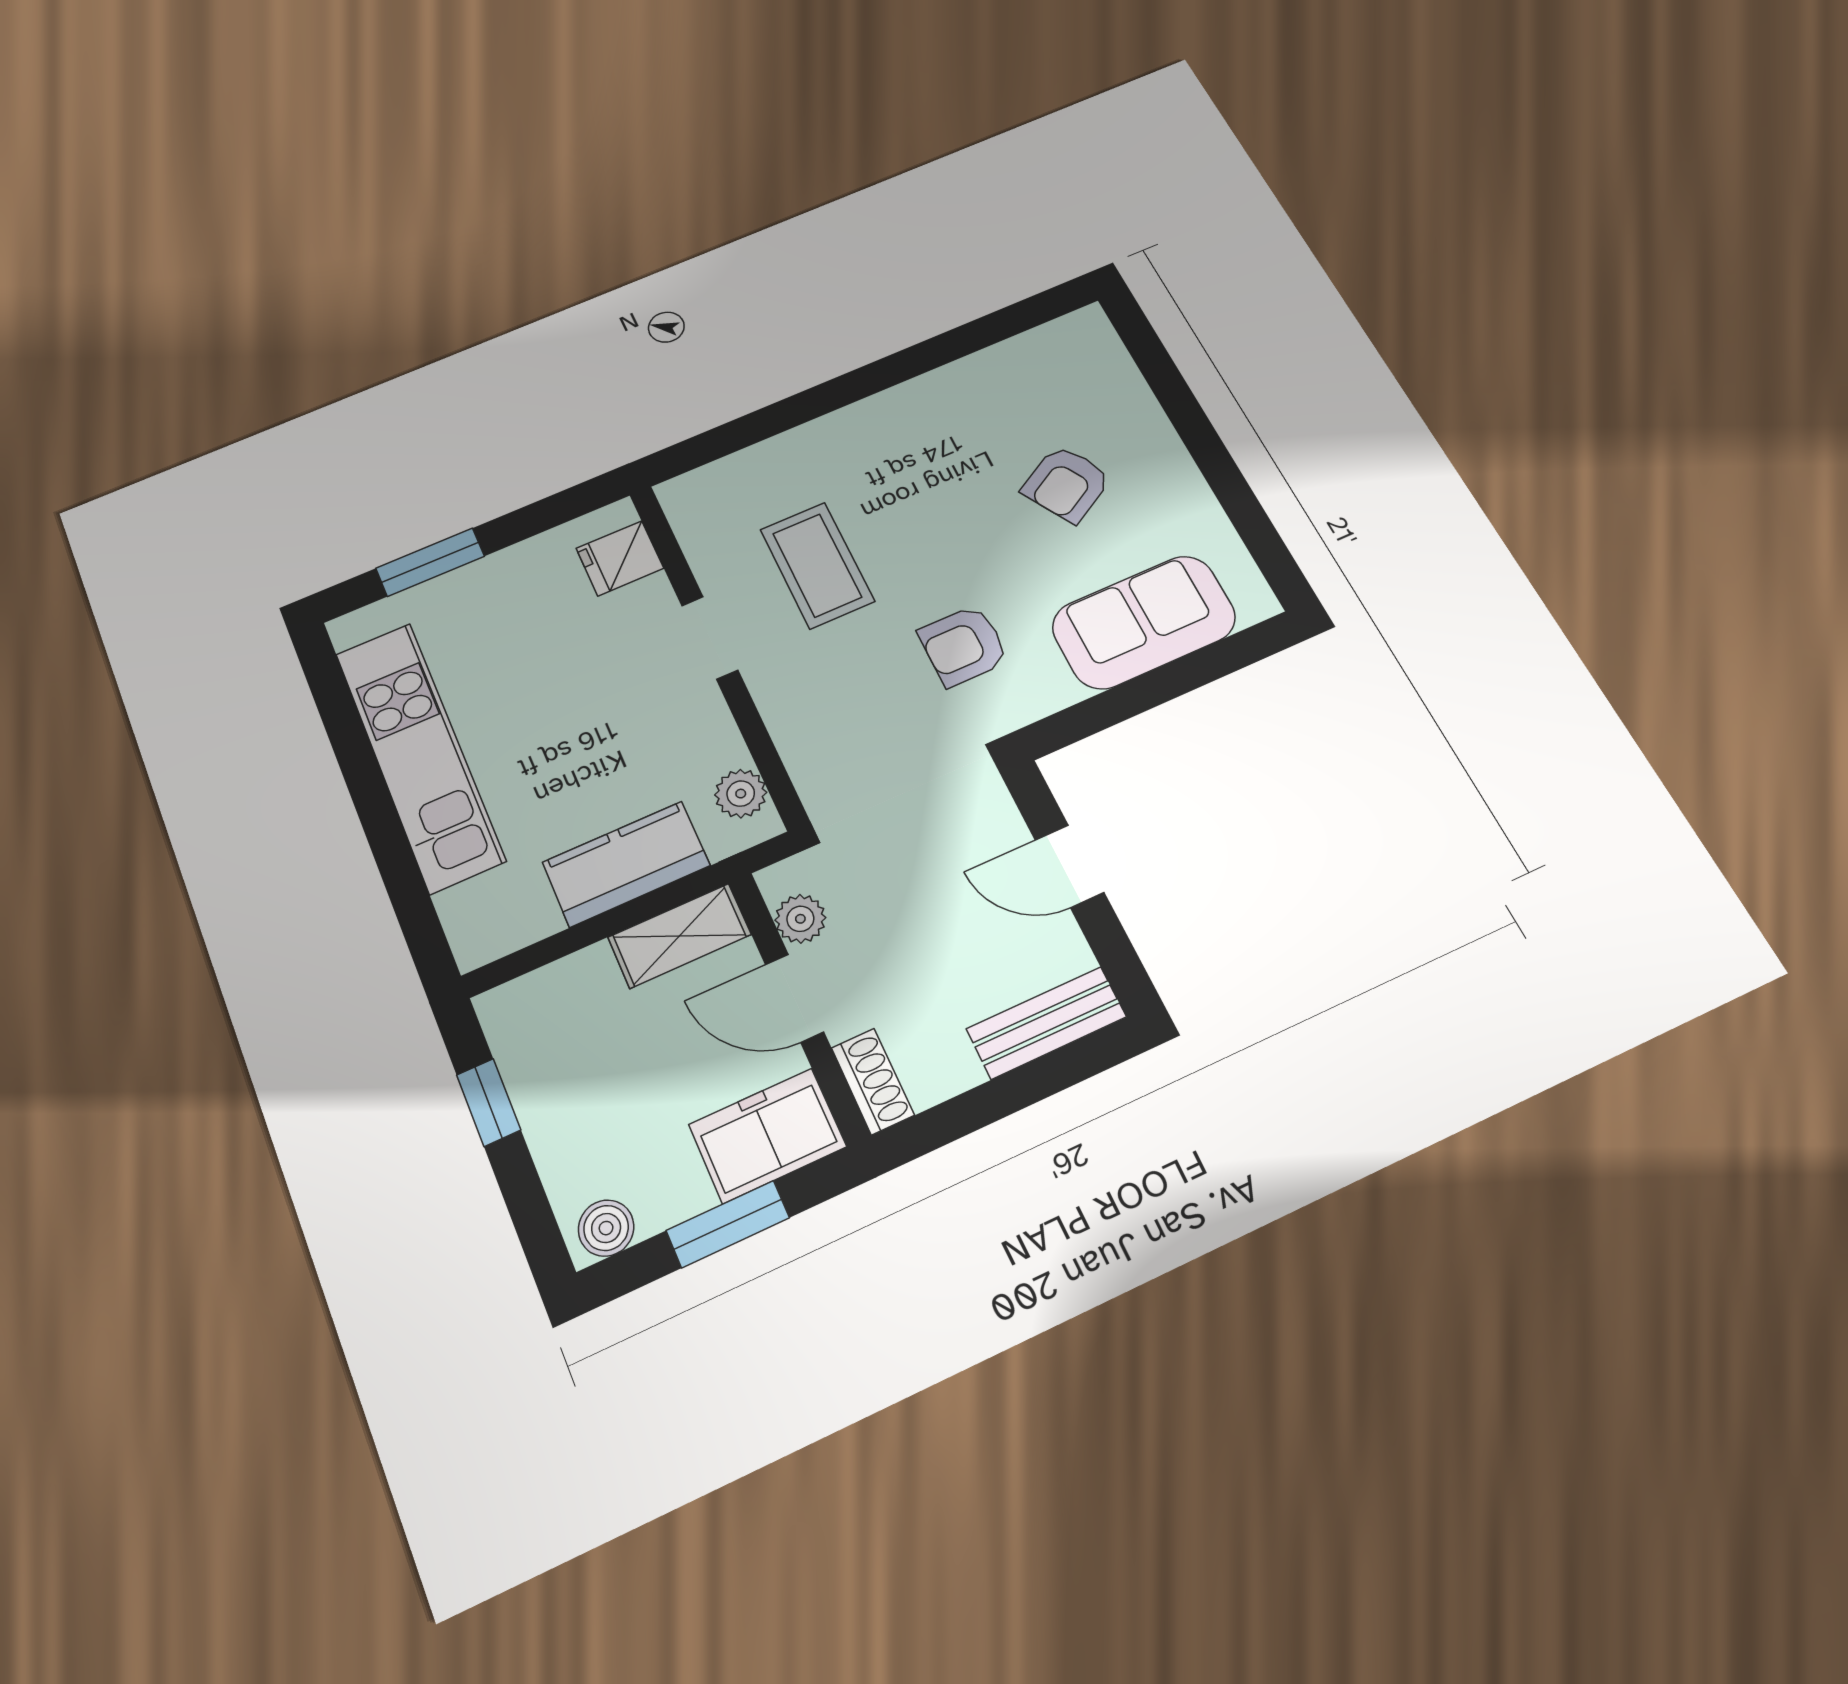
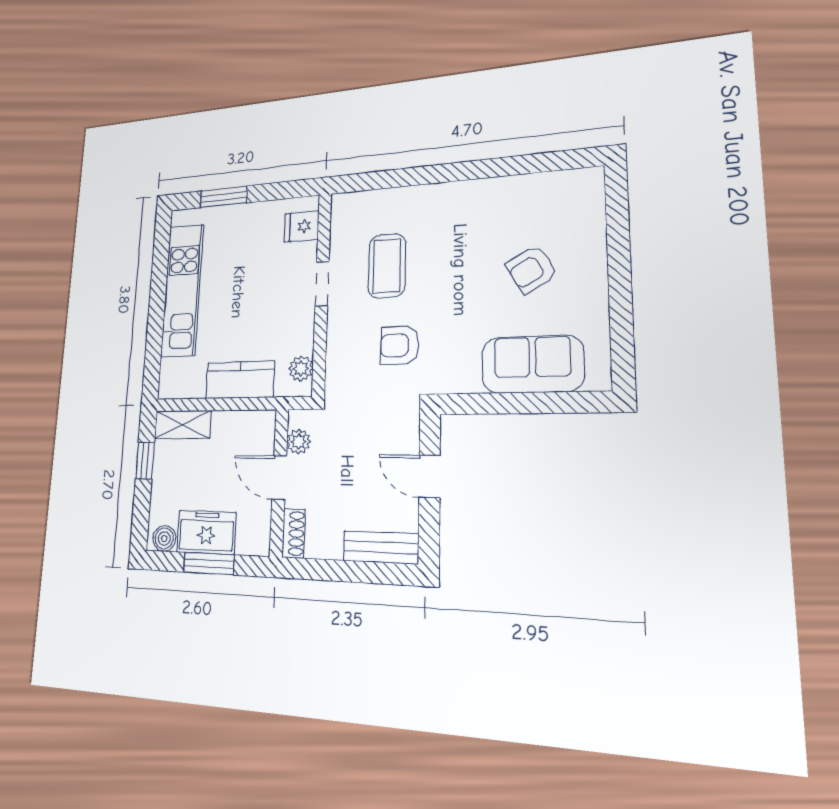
armchair: (963, 646) -> (400, 345), moved
shelving: (679, 936) -> (183, 425), moved
freezer: (767, 1136) -> (206, 532), moved

